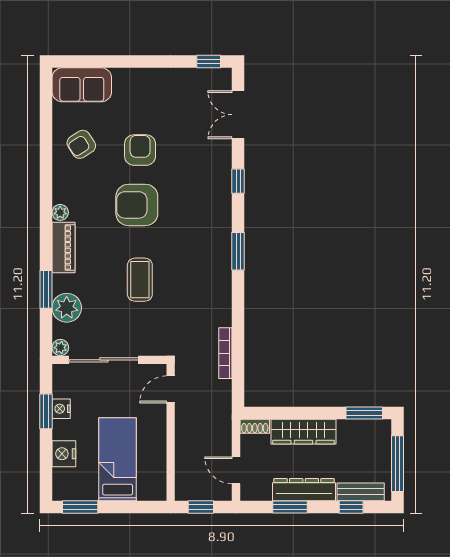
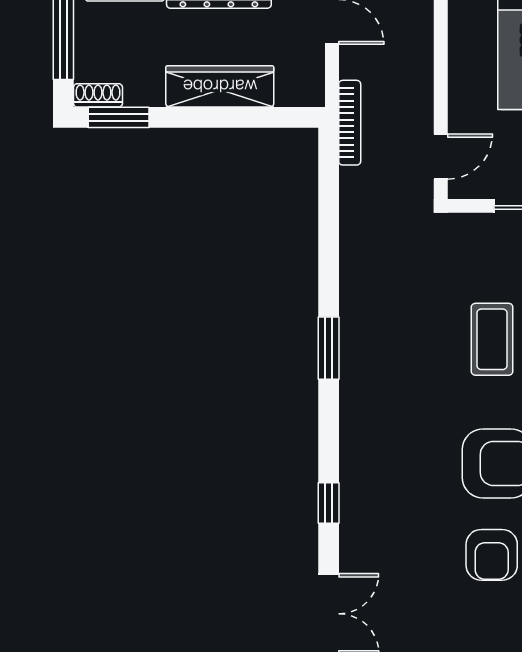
window: (238, 251) -> (329, 348), moved
bookcase: (225, 353) -> (350, 123), moved
shoe rack: (255, 426) -> (98, 95), moved

